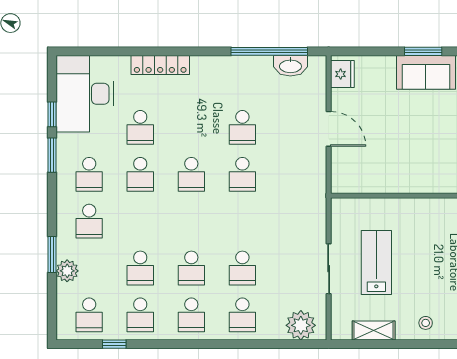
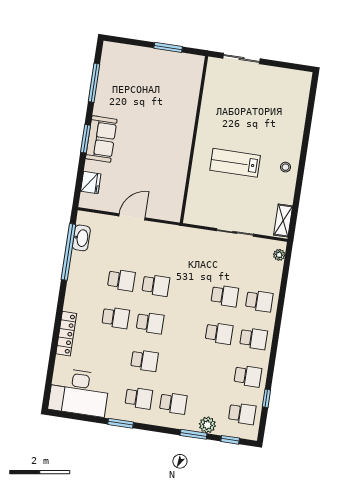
fridge: (342, 74) -> (91, 183), moved, turned 90
window: (52, 114) -> (230, 440), moved
school desk: (140, 127) -> (116, 318), moved
lab bench: (376, 263) -> (235, 163), moved
school desk: (140, 268) -> (213, 371), removed
plant: (301, 325) -> (279, 255), width x0.53, depth x0.53
shelving: (374, 331) -> (283, 220), moved

